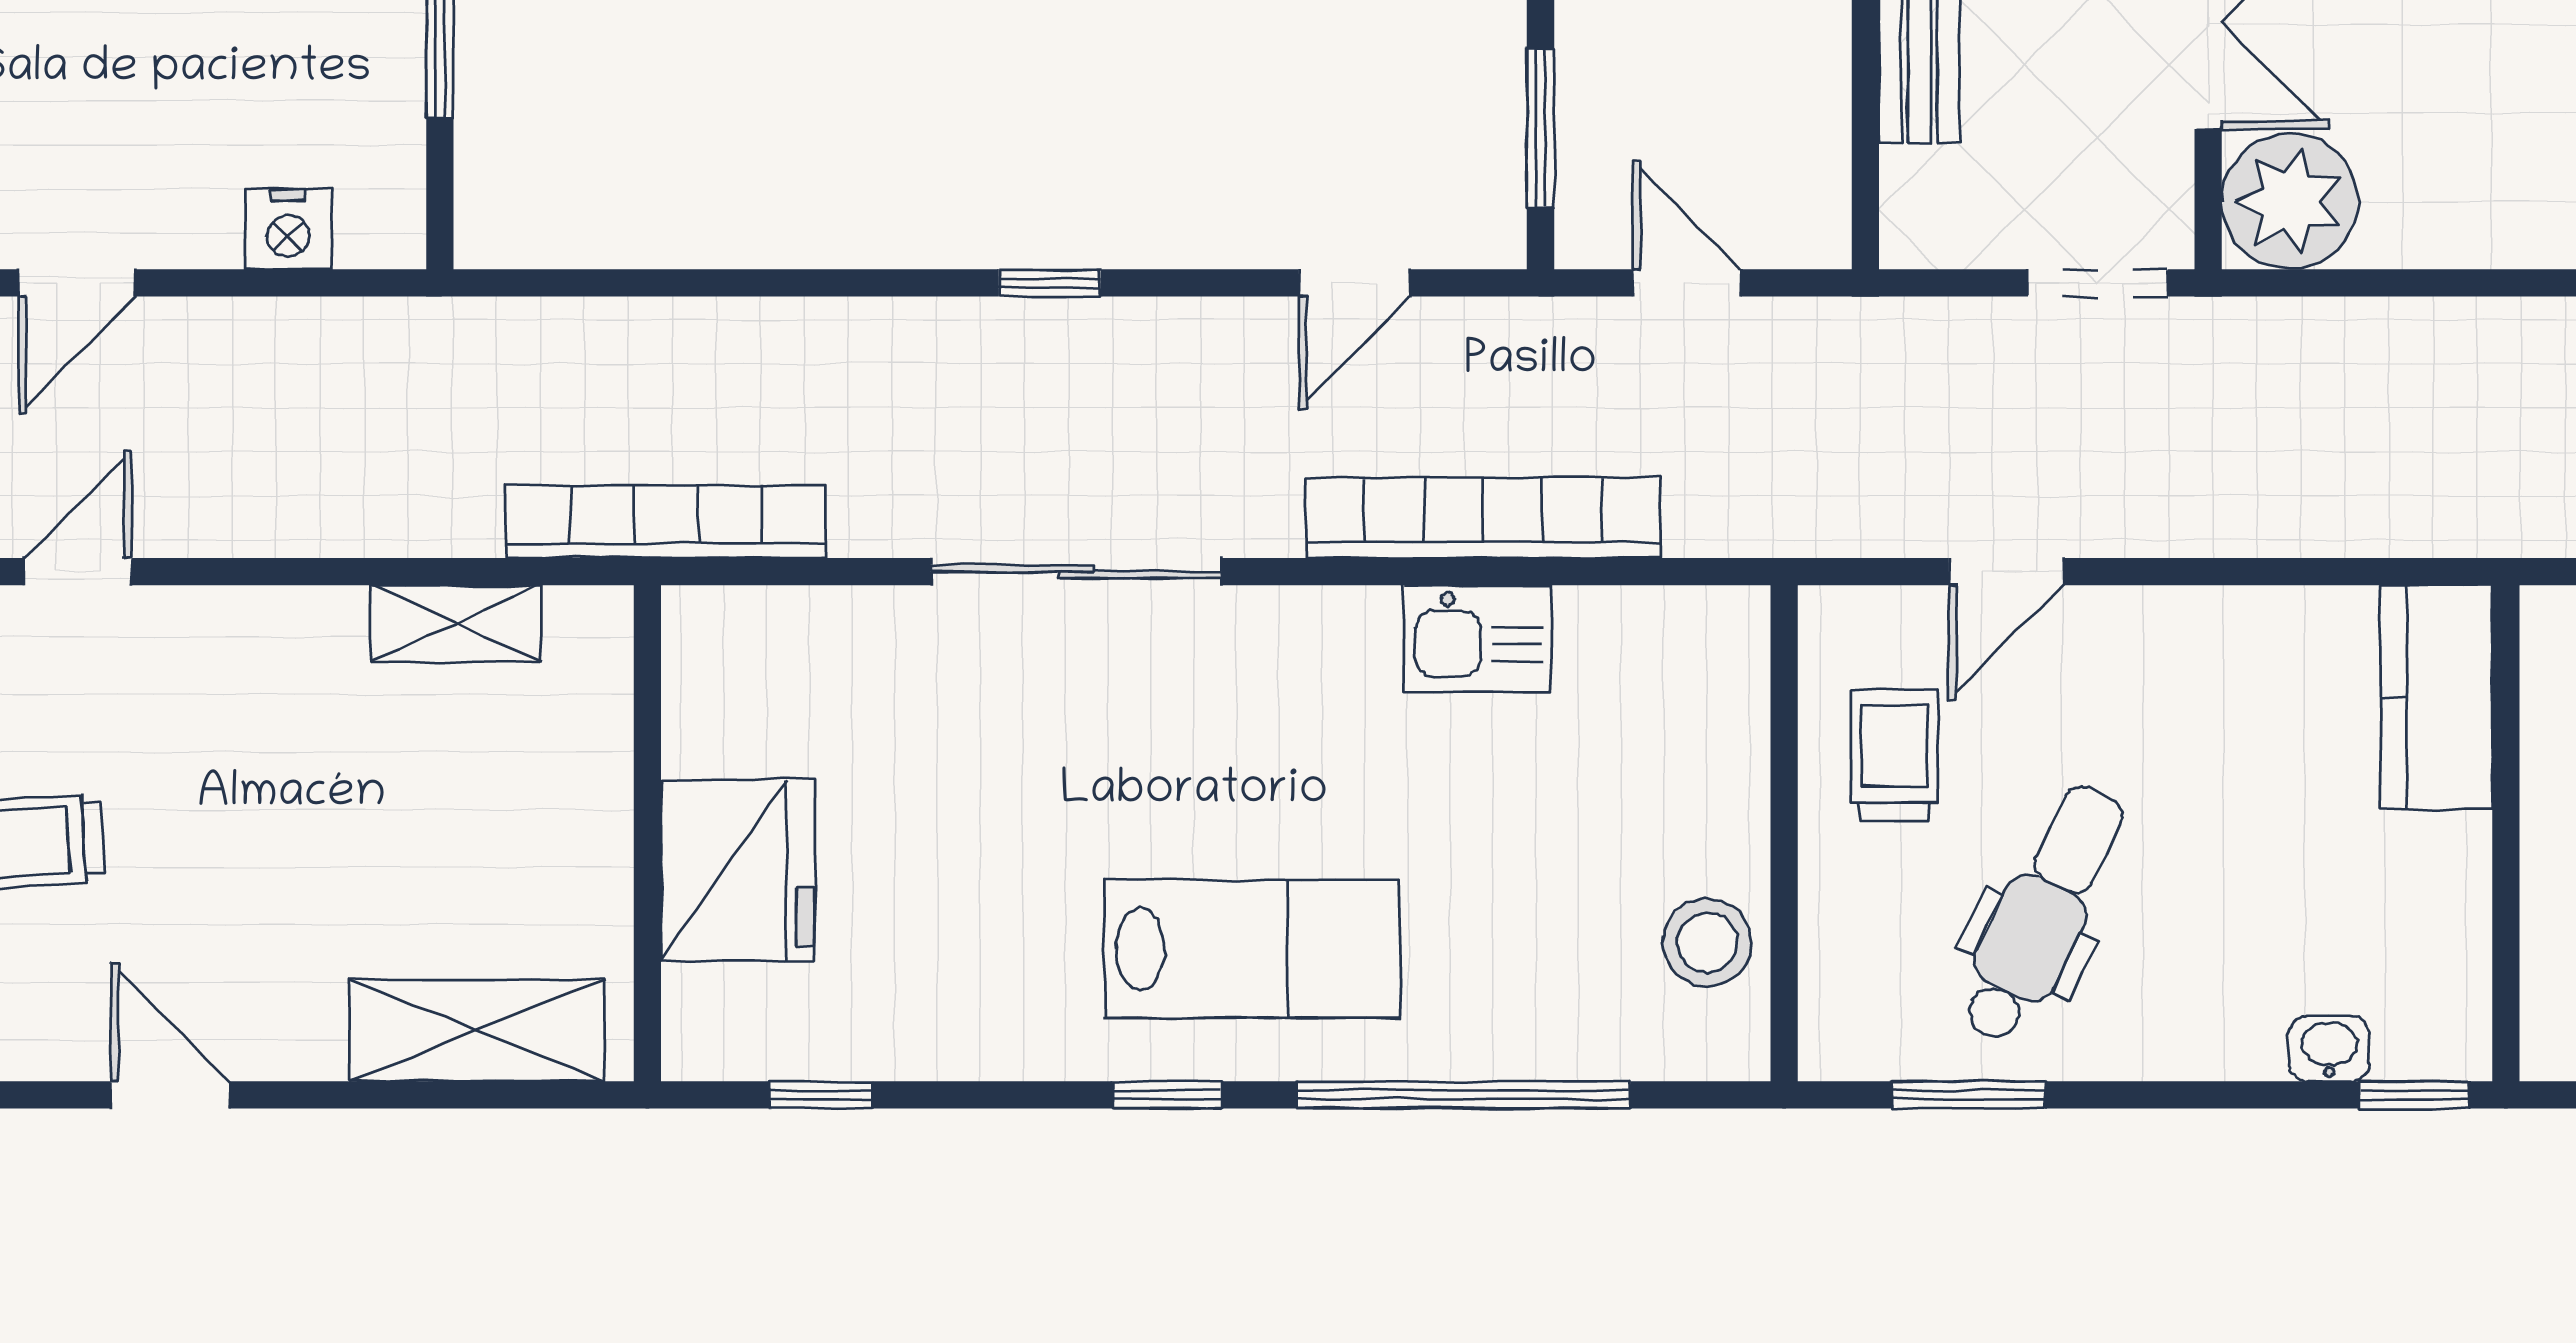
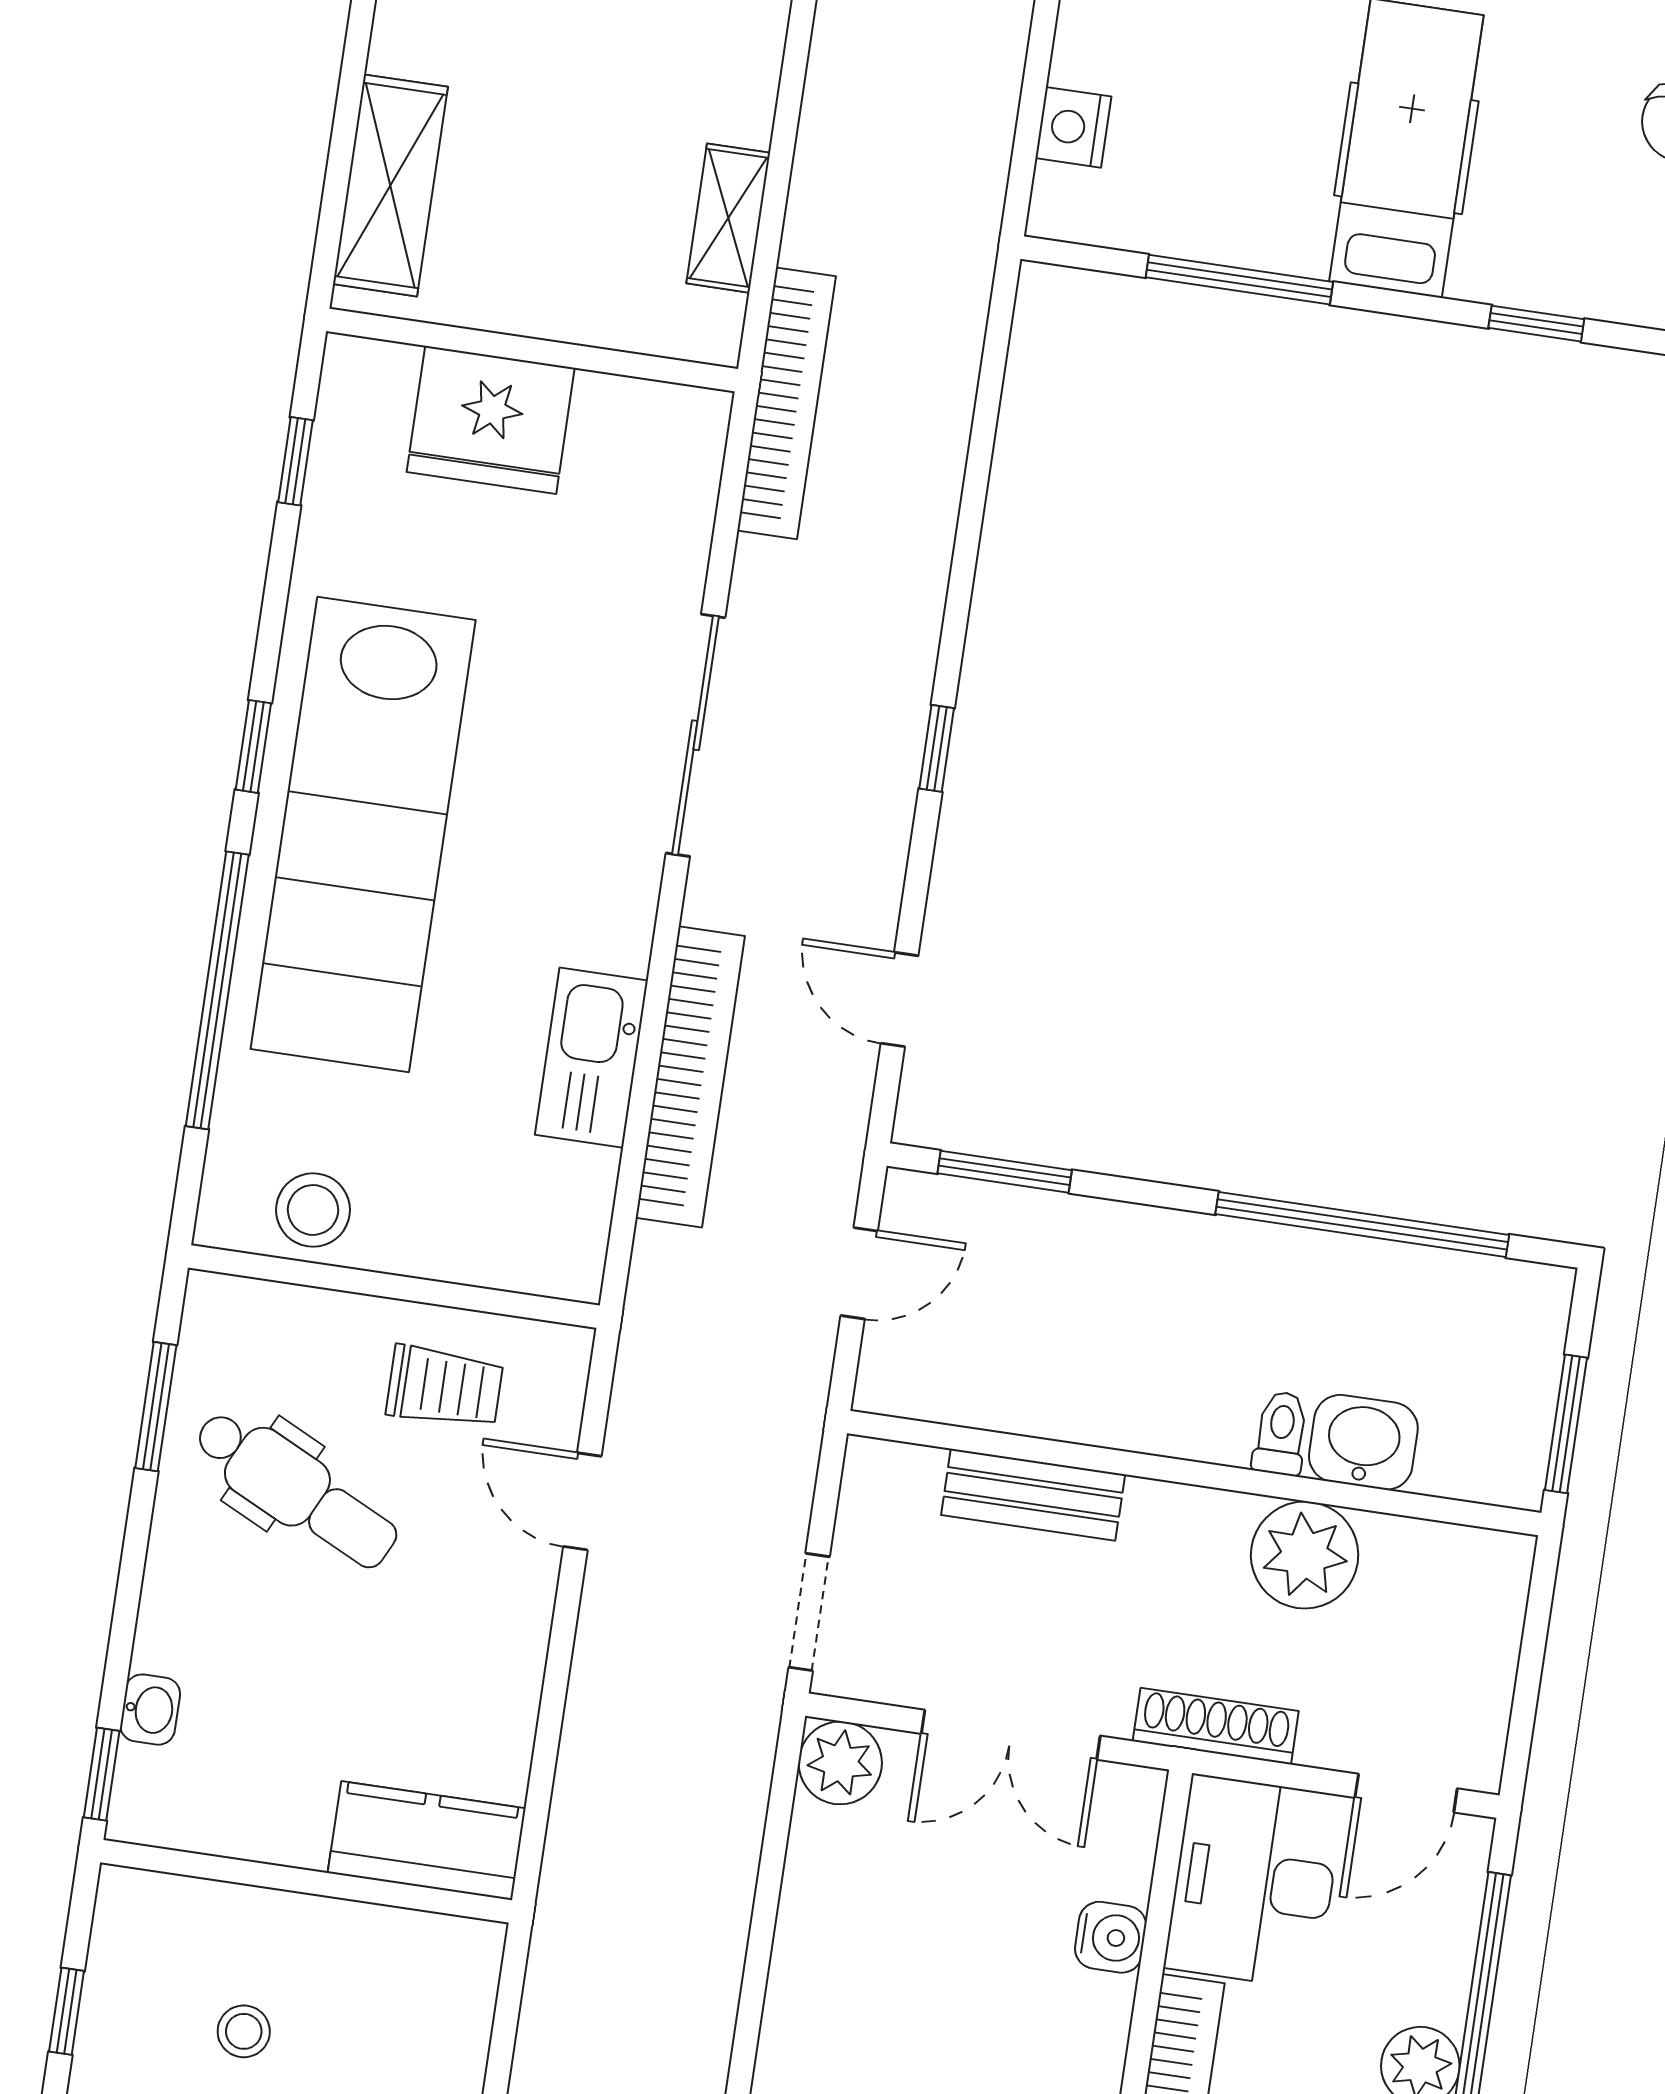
plant: (2290, 201) -> (840, 1763), width x0.73, depth x0.73
kitchen sink: (1478, 639) -> (591, 1058), width x1.38
lab bench: (1252, 949) -> (363, 834), width x1.86, depth x1.39

